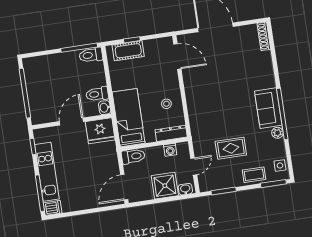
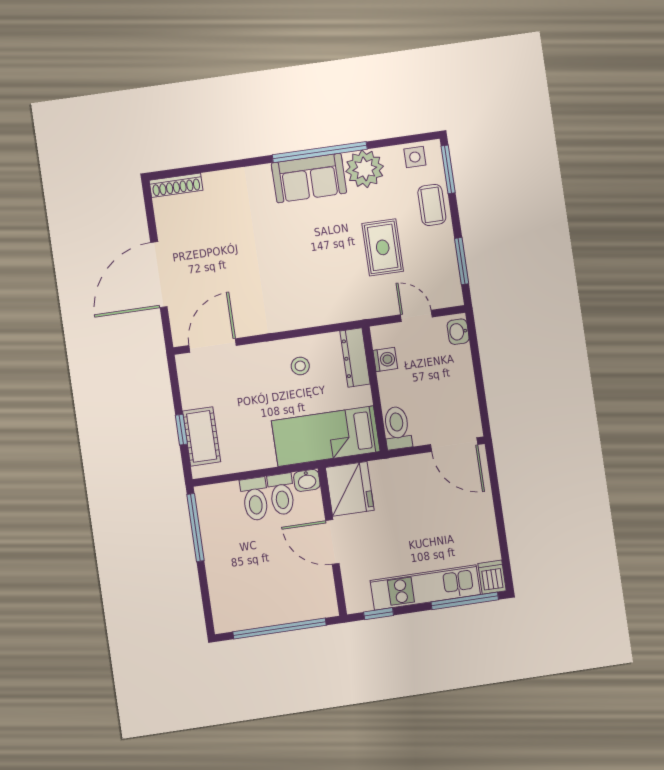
toilet: (91, 55) -> (255, 499), moved
plant: (277, 133) -> (365, 169), width x1.88, depth x1.88
shower: (165, 186) -> (451, 369), removed

